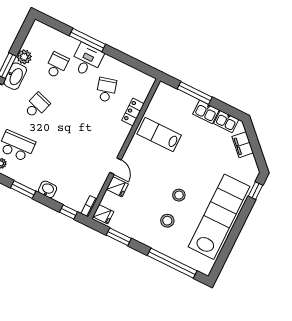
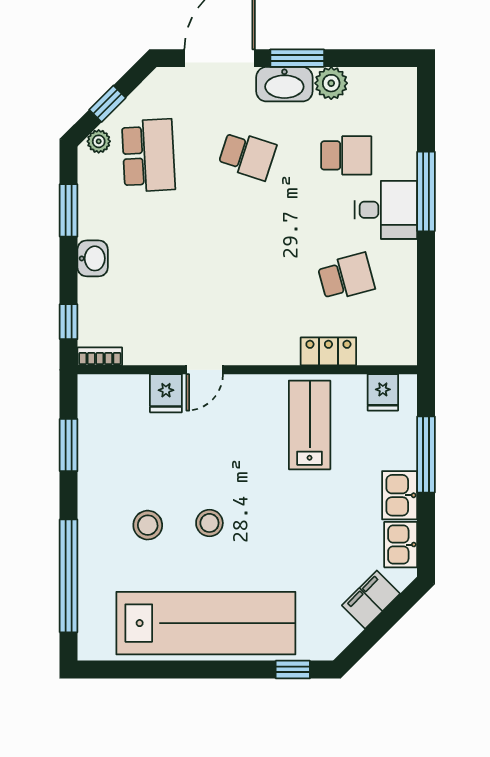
fridge: (103, 214) -> (383, 392), moved

